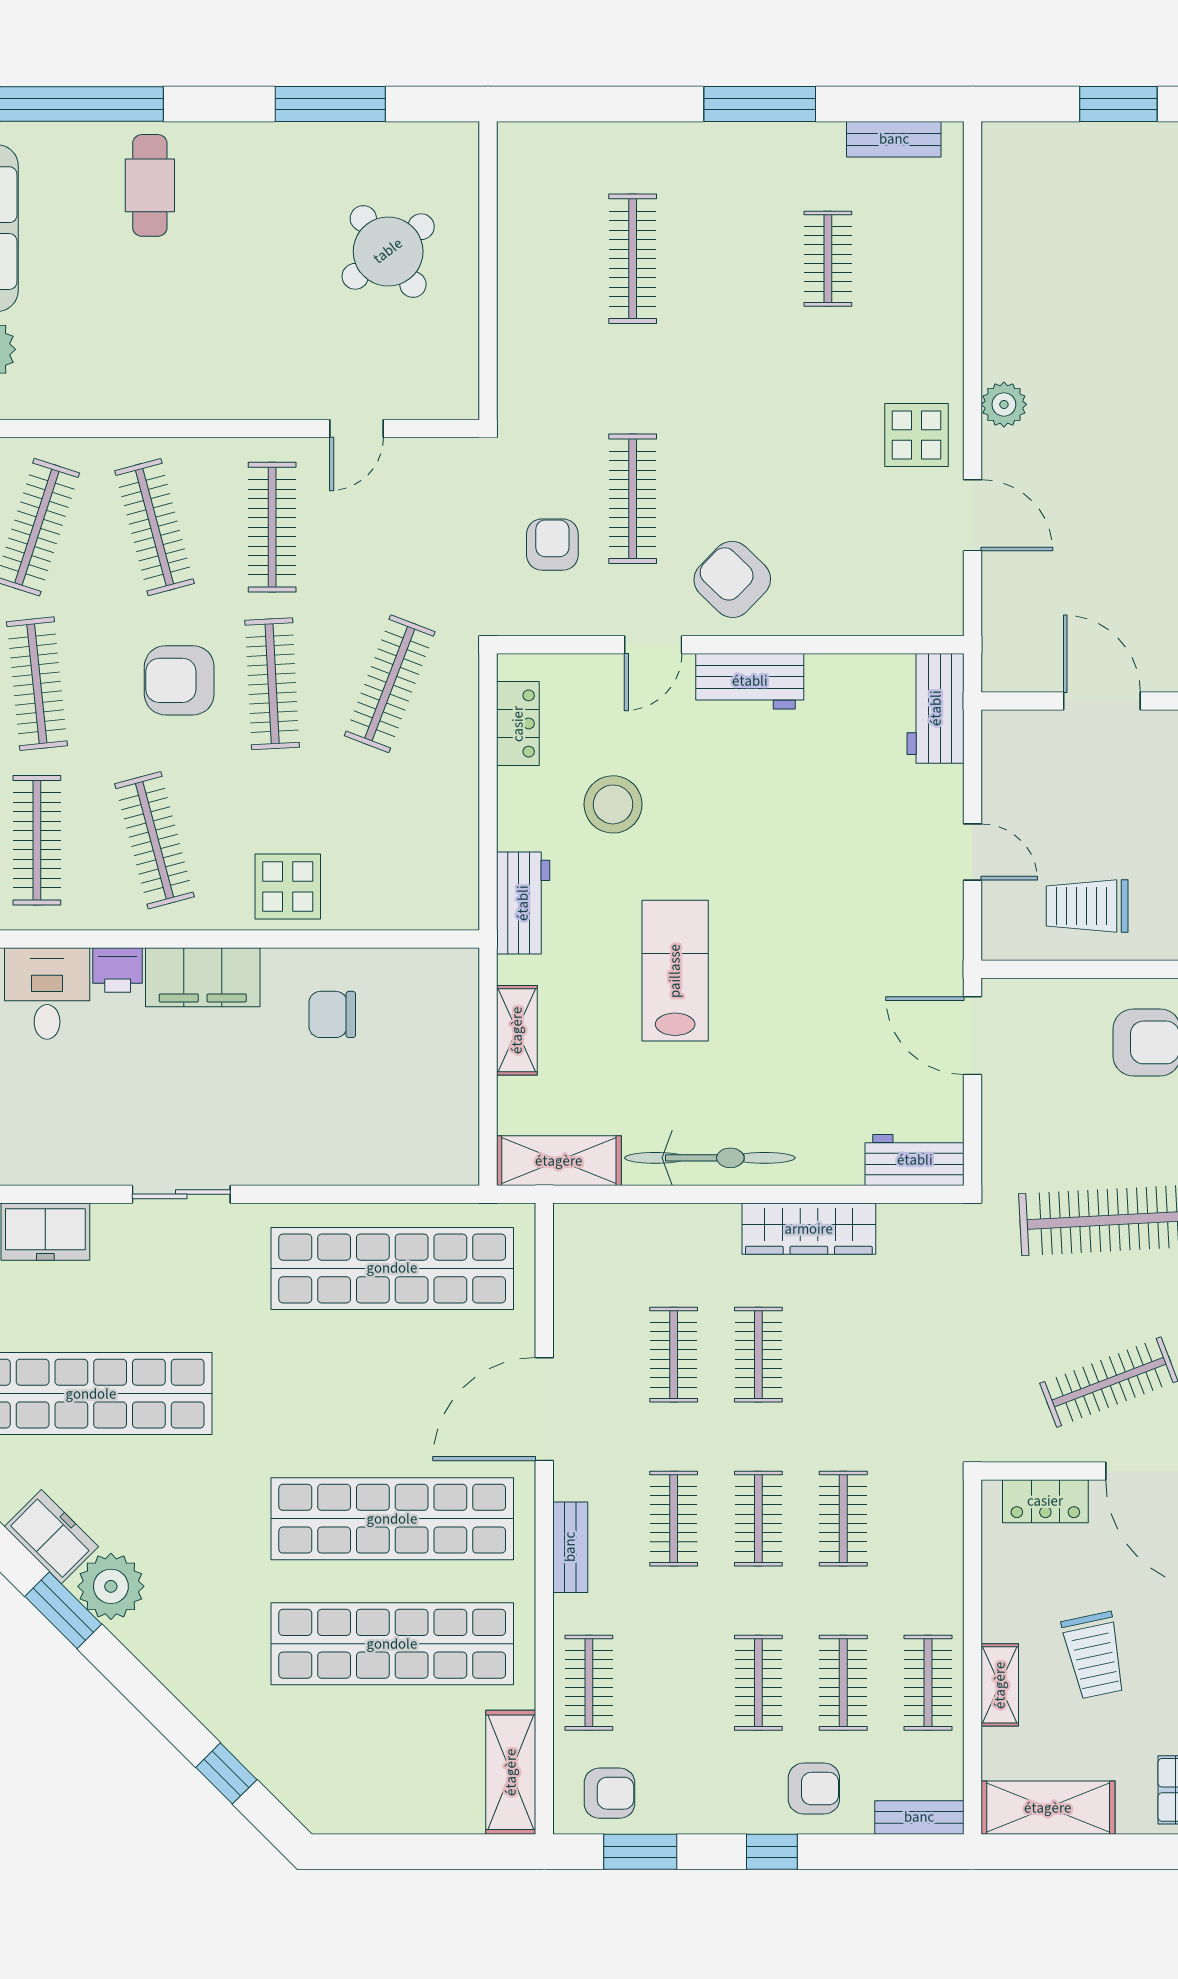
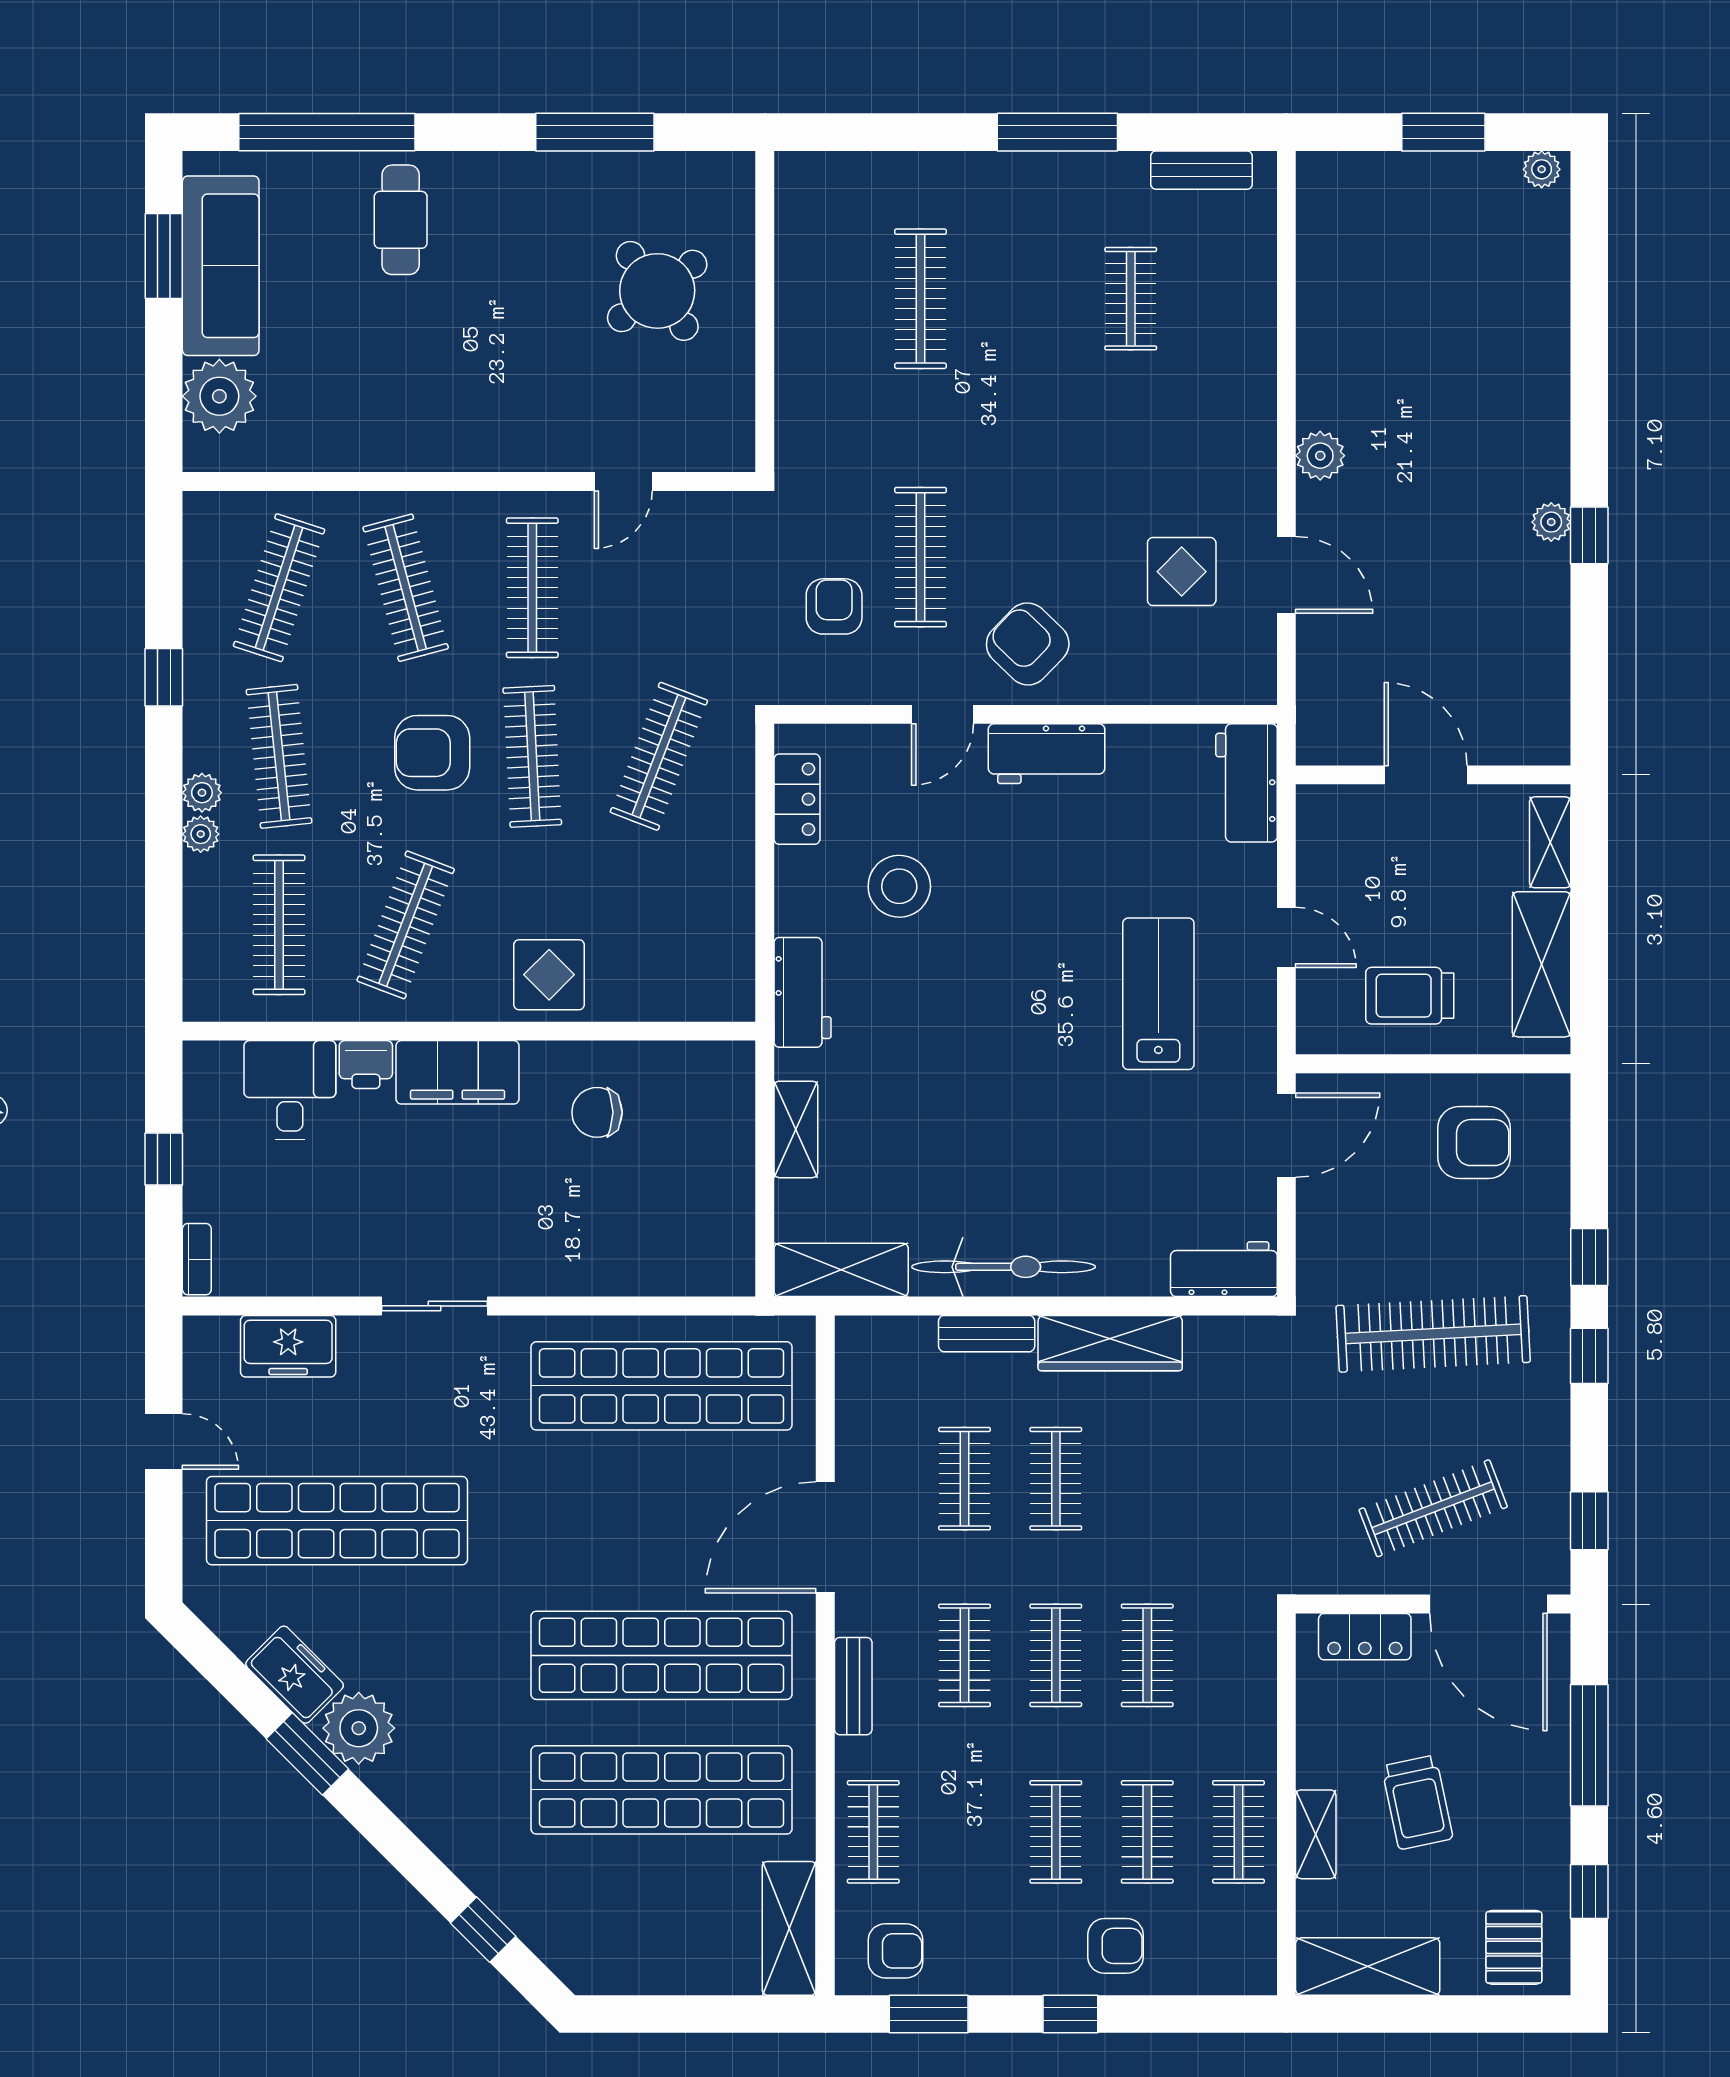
display table: (916, 435) -> (1182, 572), moved
clothes rail: (155, 840) -> (406, 925), turned 36
lab bench: (675, 971) -> (1158, 994), moved
door: (973, 1036) -> (1286, 1135), swing flipped
bench: (919, 1817) -> (987, 1334), moved

